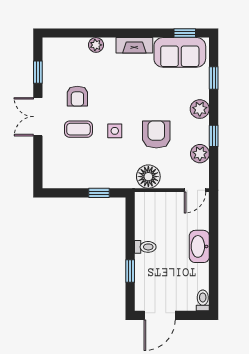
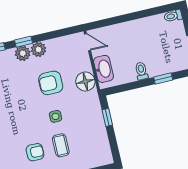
window: (214, 136) -> (24, 42), moved
plant: (200, 154) -> (39, 50), moved
washbasin: (199, 246) -> (103, 69), moved, turned -90

